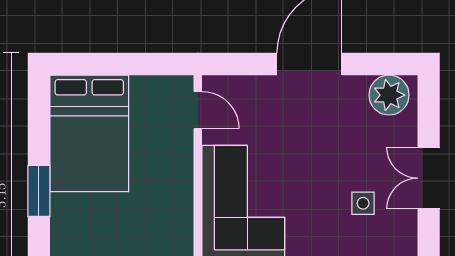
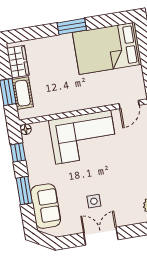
double door: (429, 178) -> (101, 236), moved

